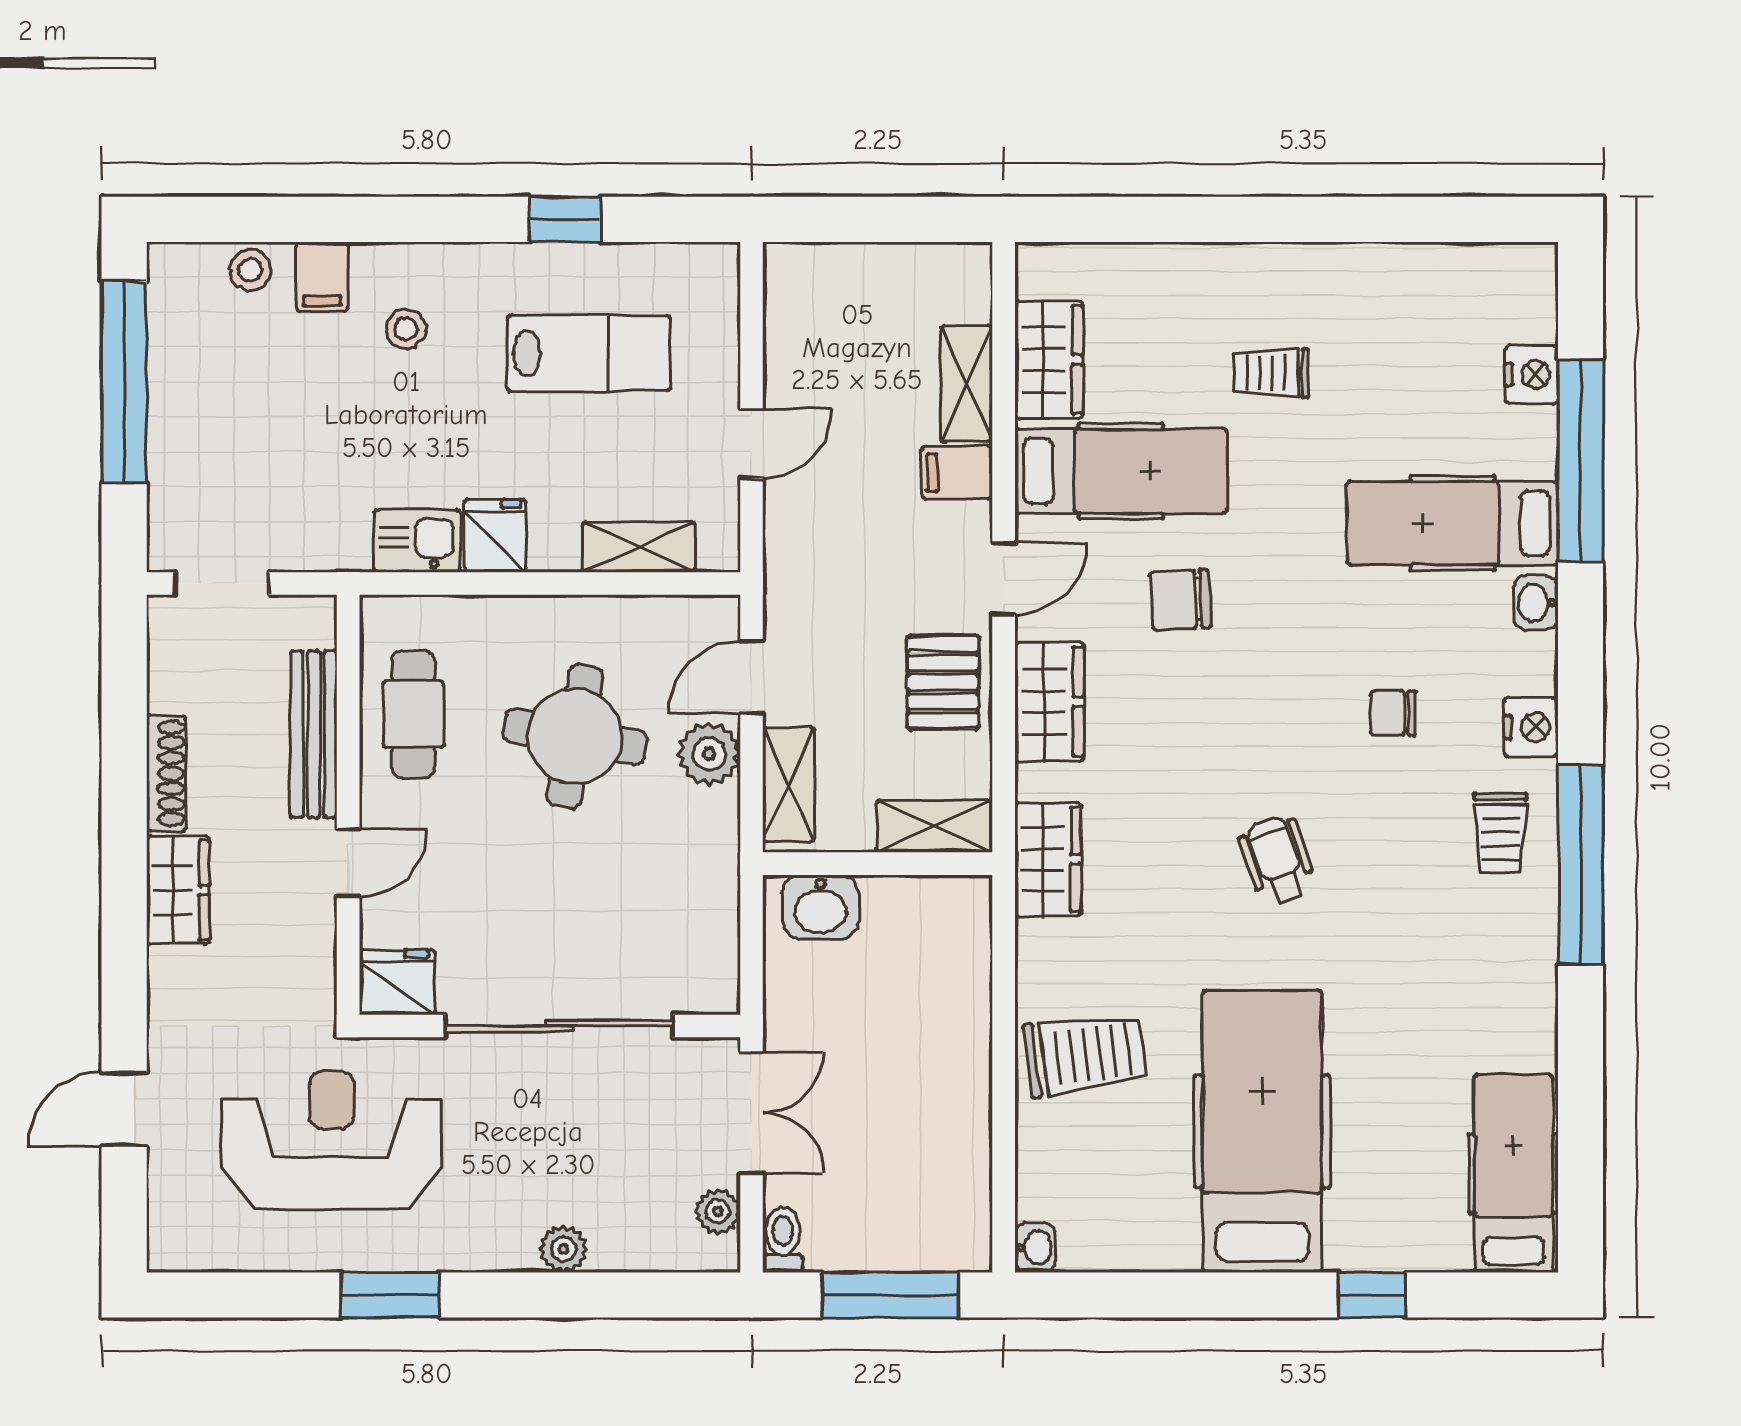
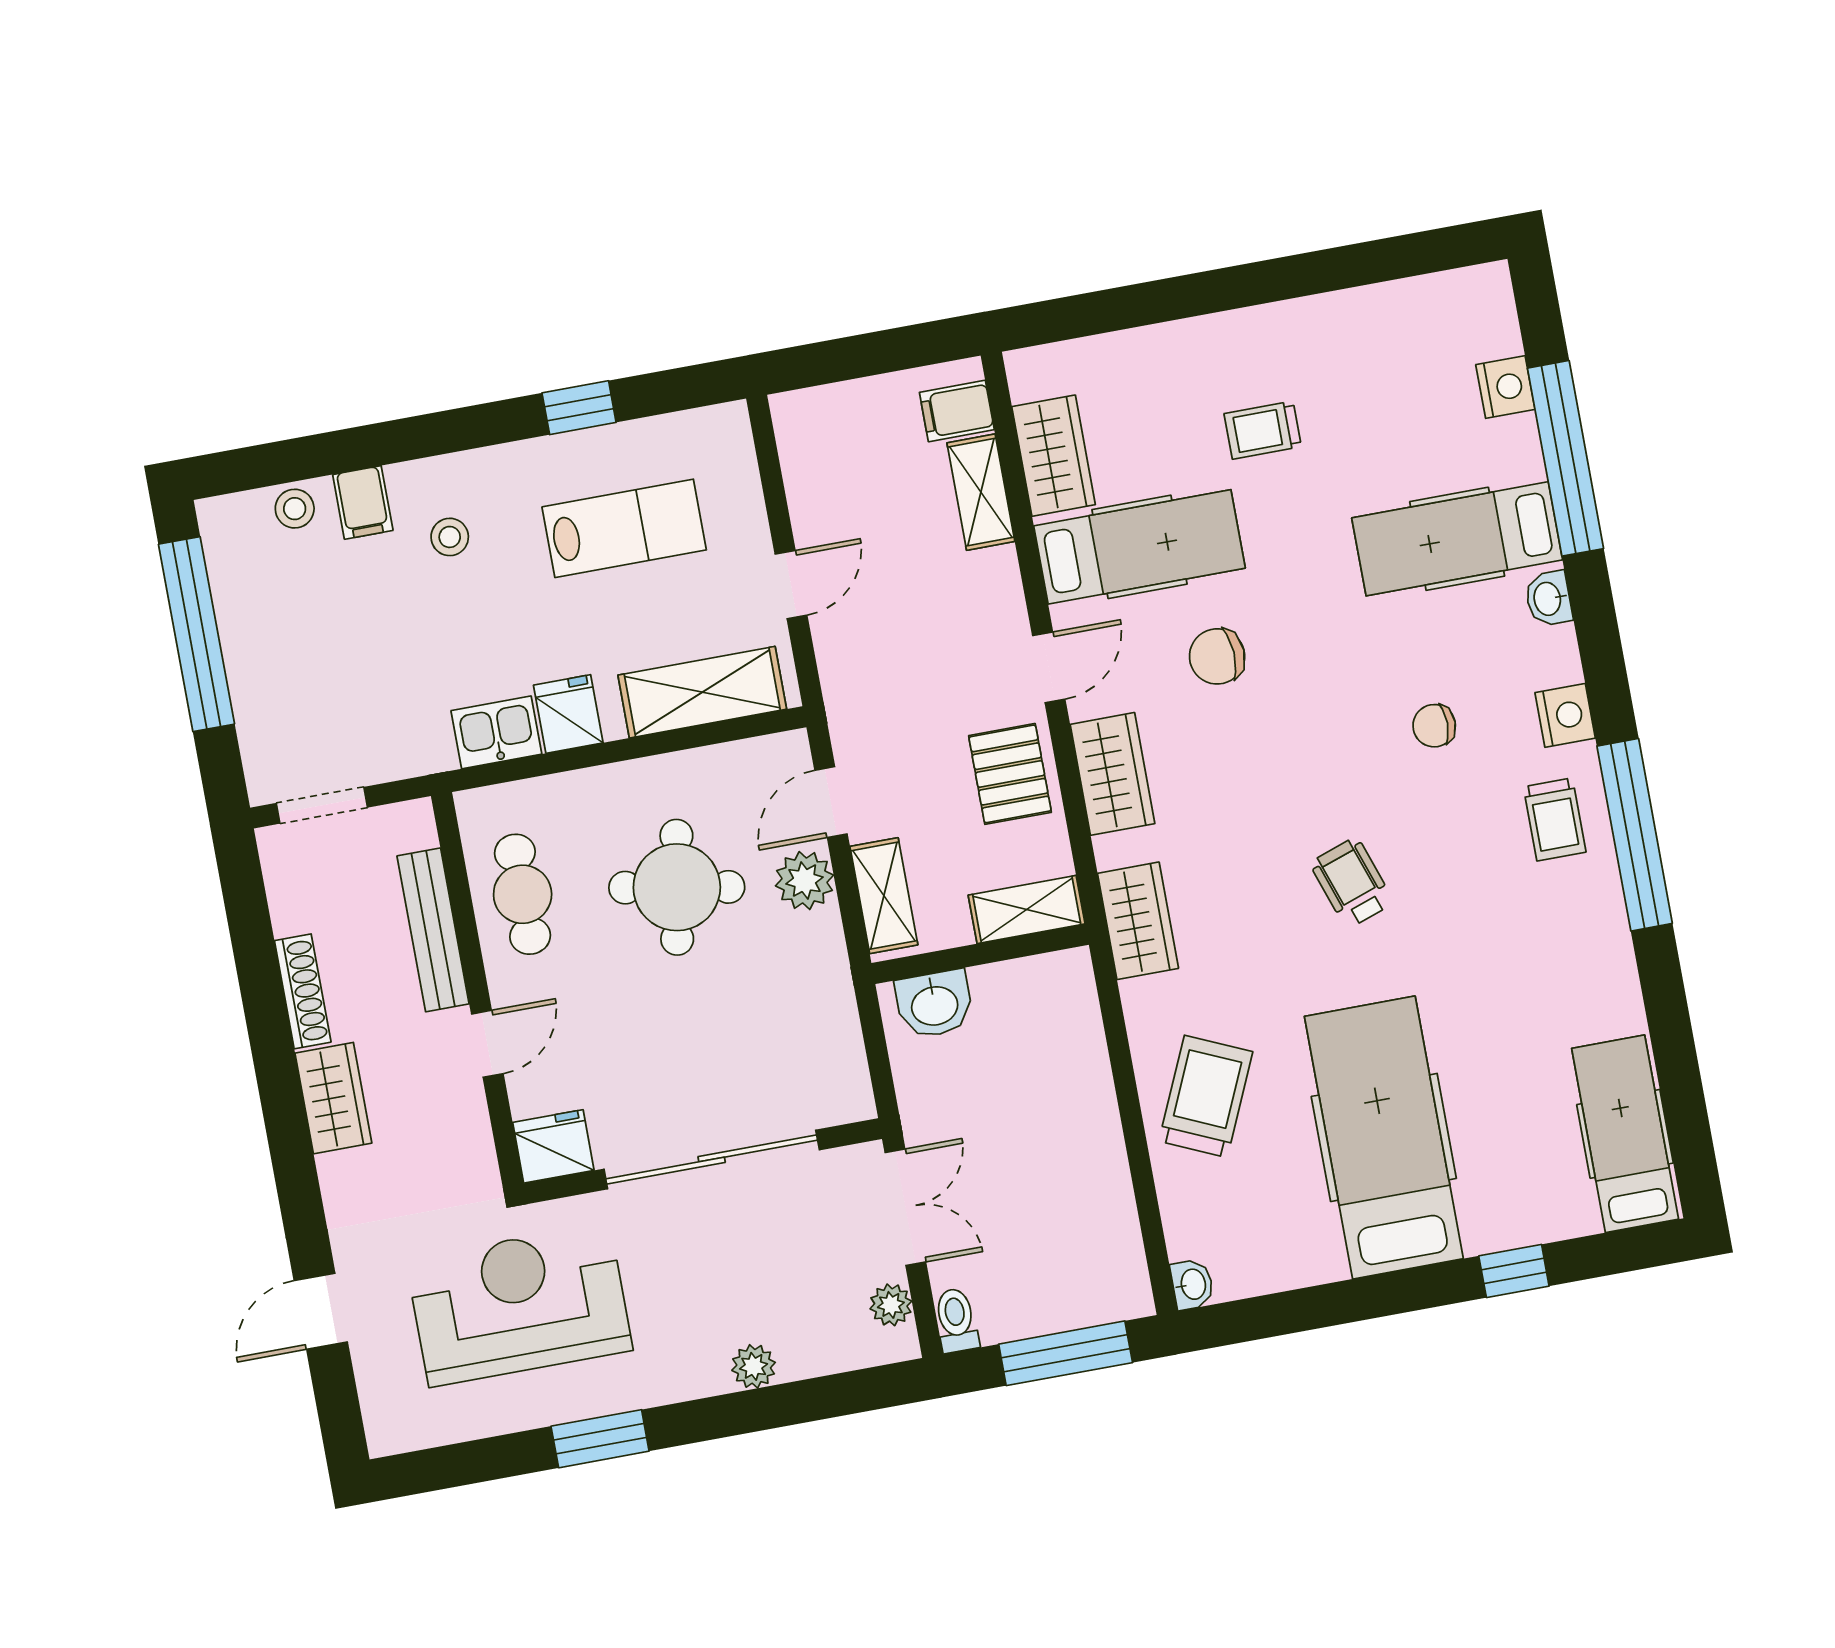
filing cabinet: (957, 473) -> (957, 411), moved
shelving: (639, 547) -> (702, 692), width x1.50, depth x1.33
trolley: (1085, 1055) -> (1206, 1096), turned -59

